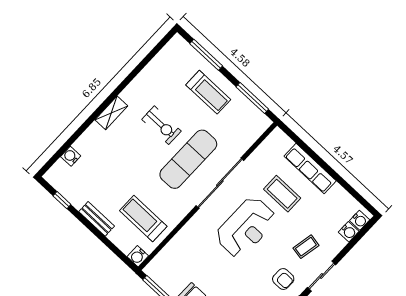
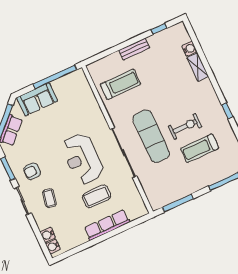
window: (124, 84) -> (227, 111), added
treadmill: (208, 92) -> (200, 148), moved
shelving: (111, 113) -> (198, 67), moved
exercise bike: (161, 125) -> (185, 127), turned 180
water cooler: (138, 256) -> (94, 69), removed

